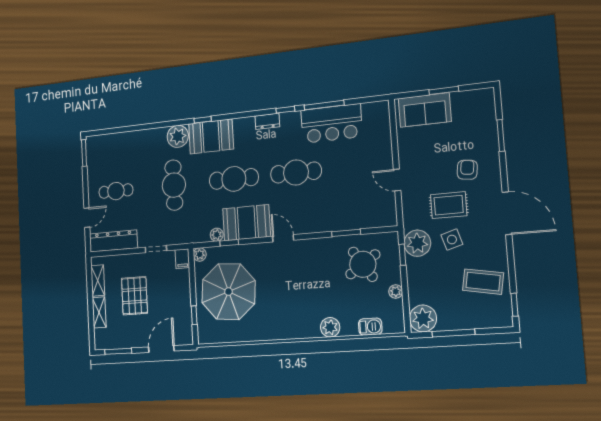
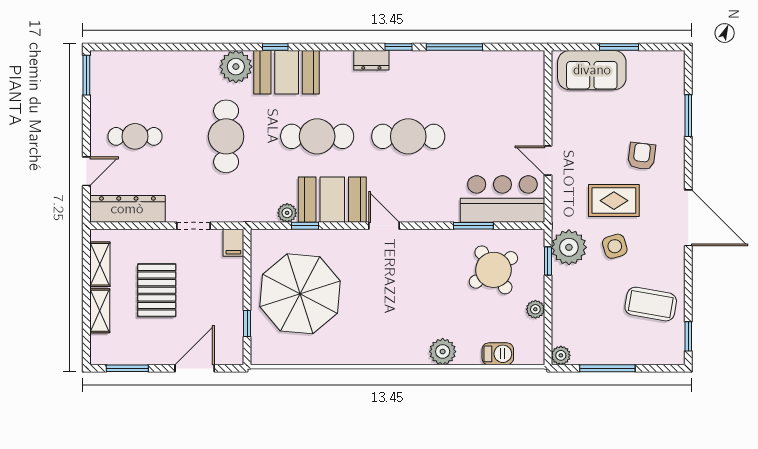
bar counter: (331, 123) -> (502, 199), moved, turned 180
plant: (200, 254) -> (260, 239), removed
plant: (423, 318) -> (561, 355), width x0.53, depth x0.53

